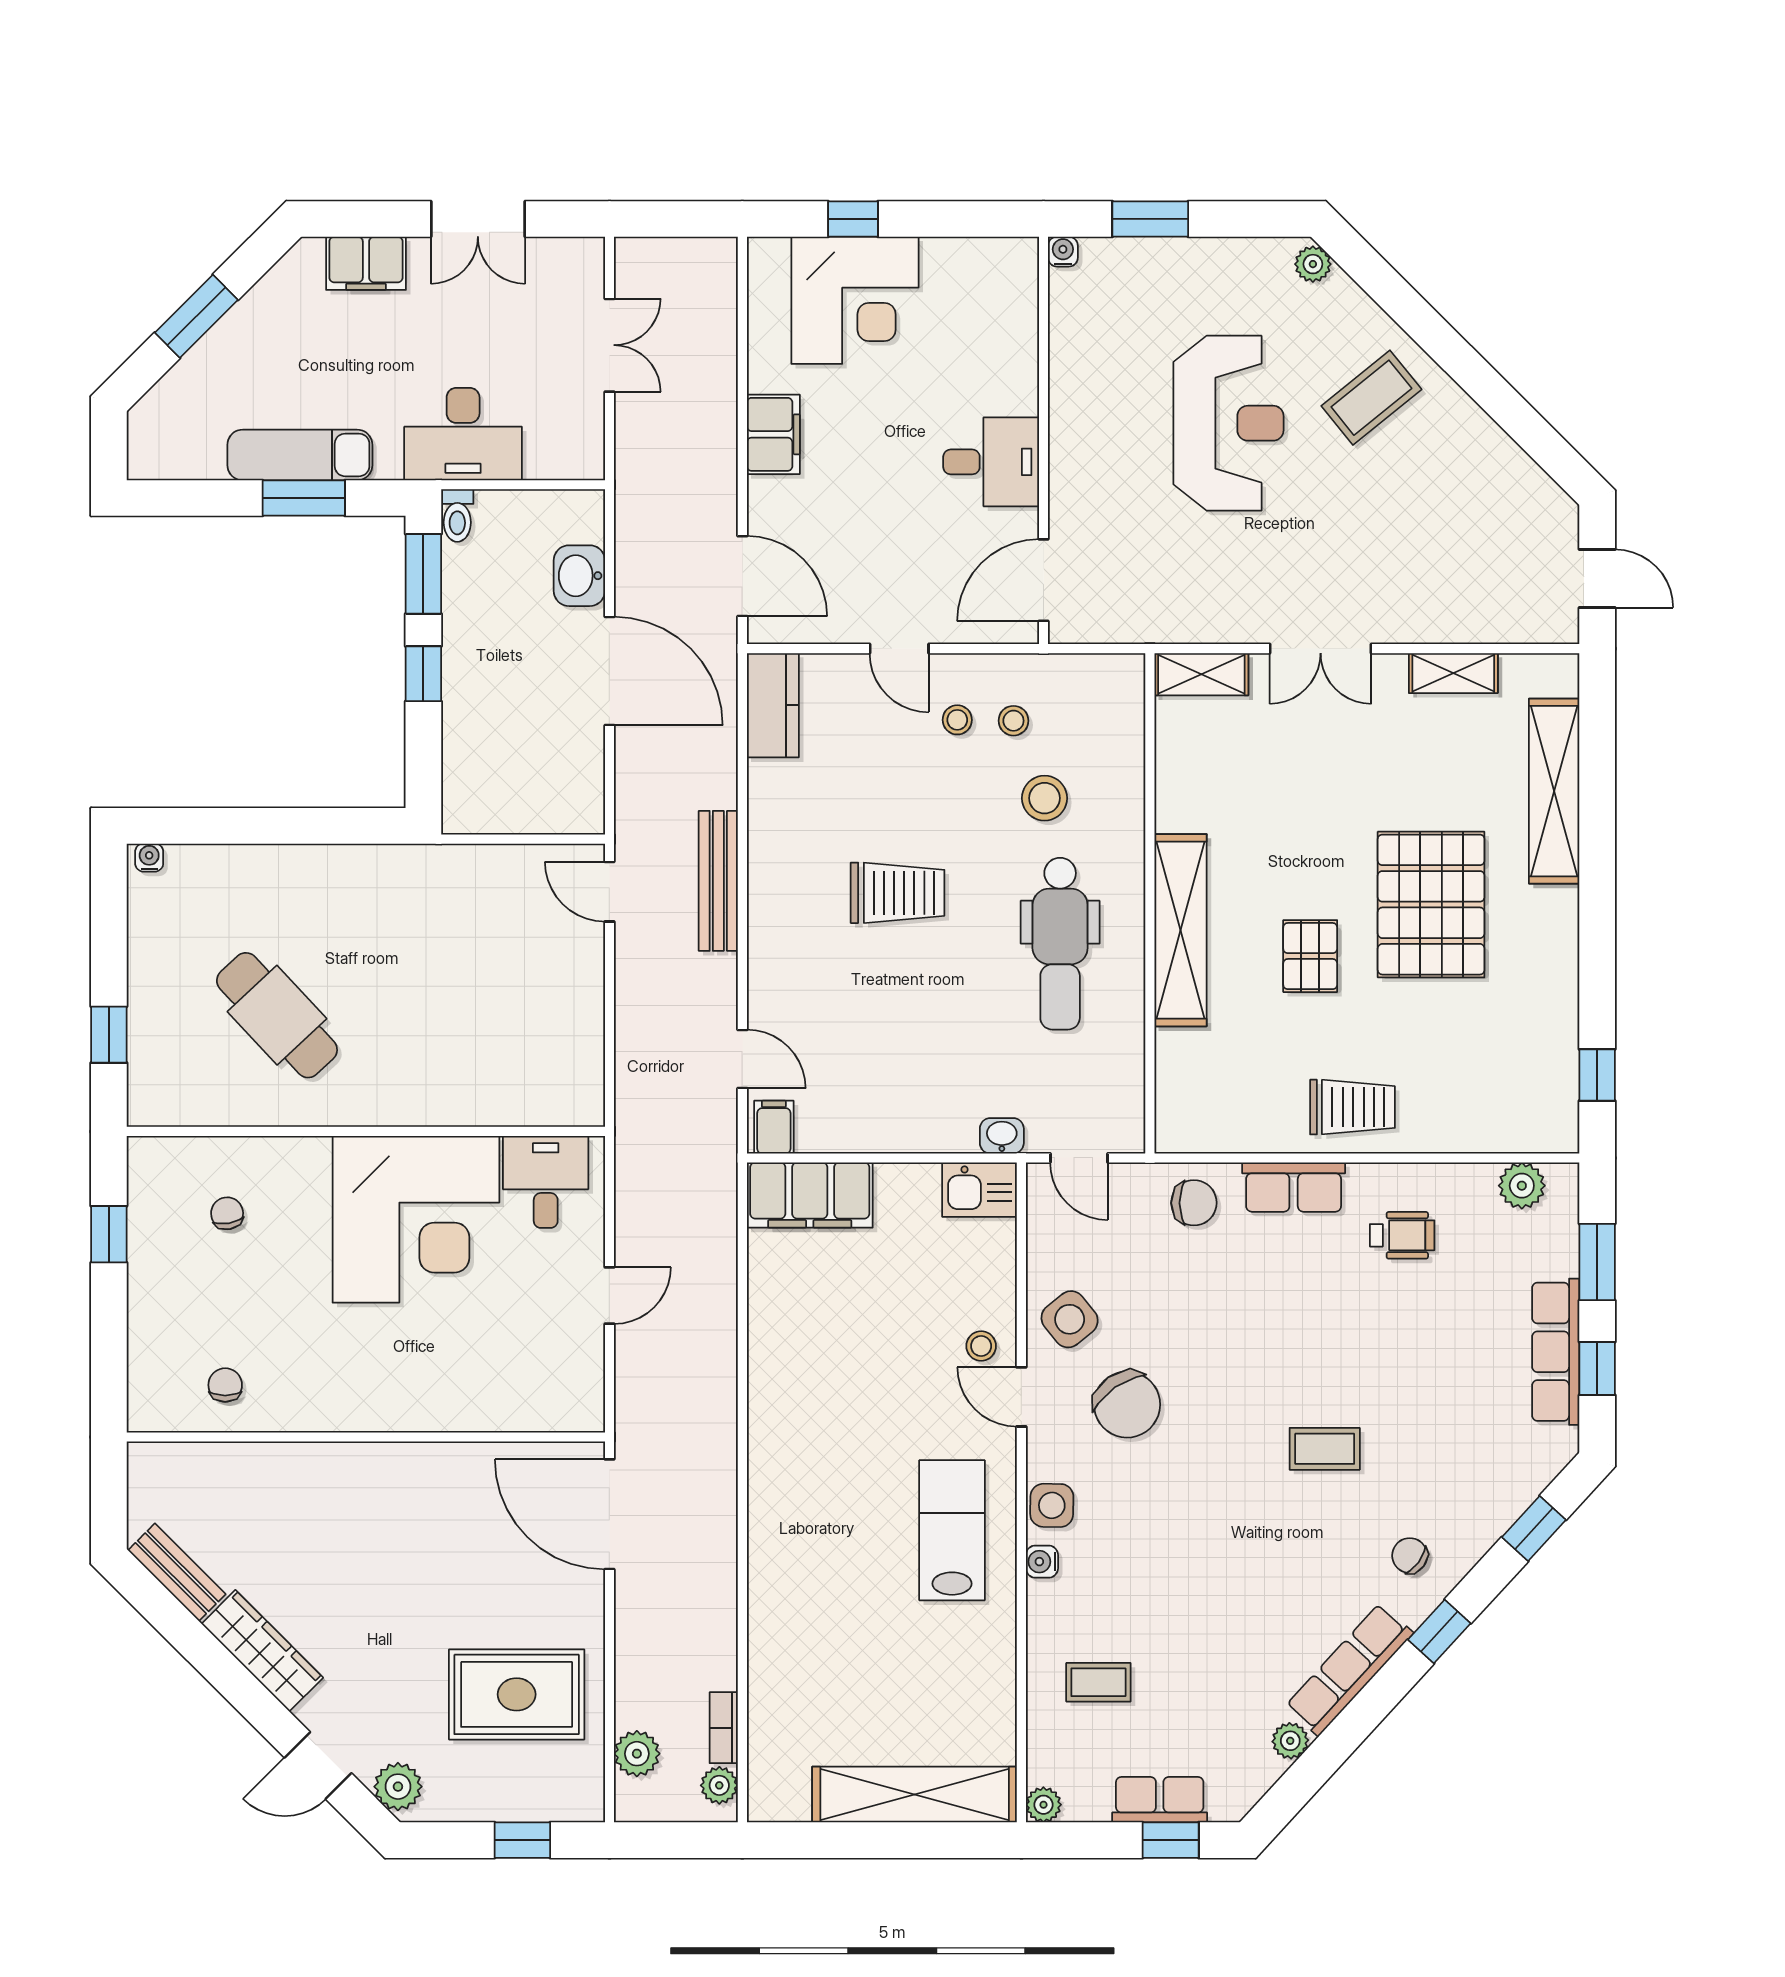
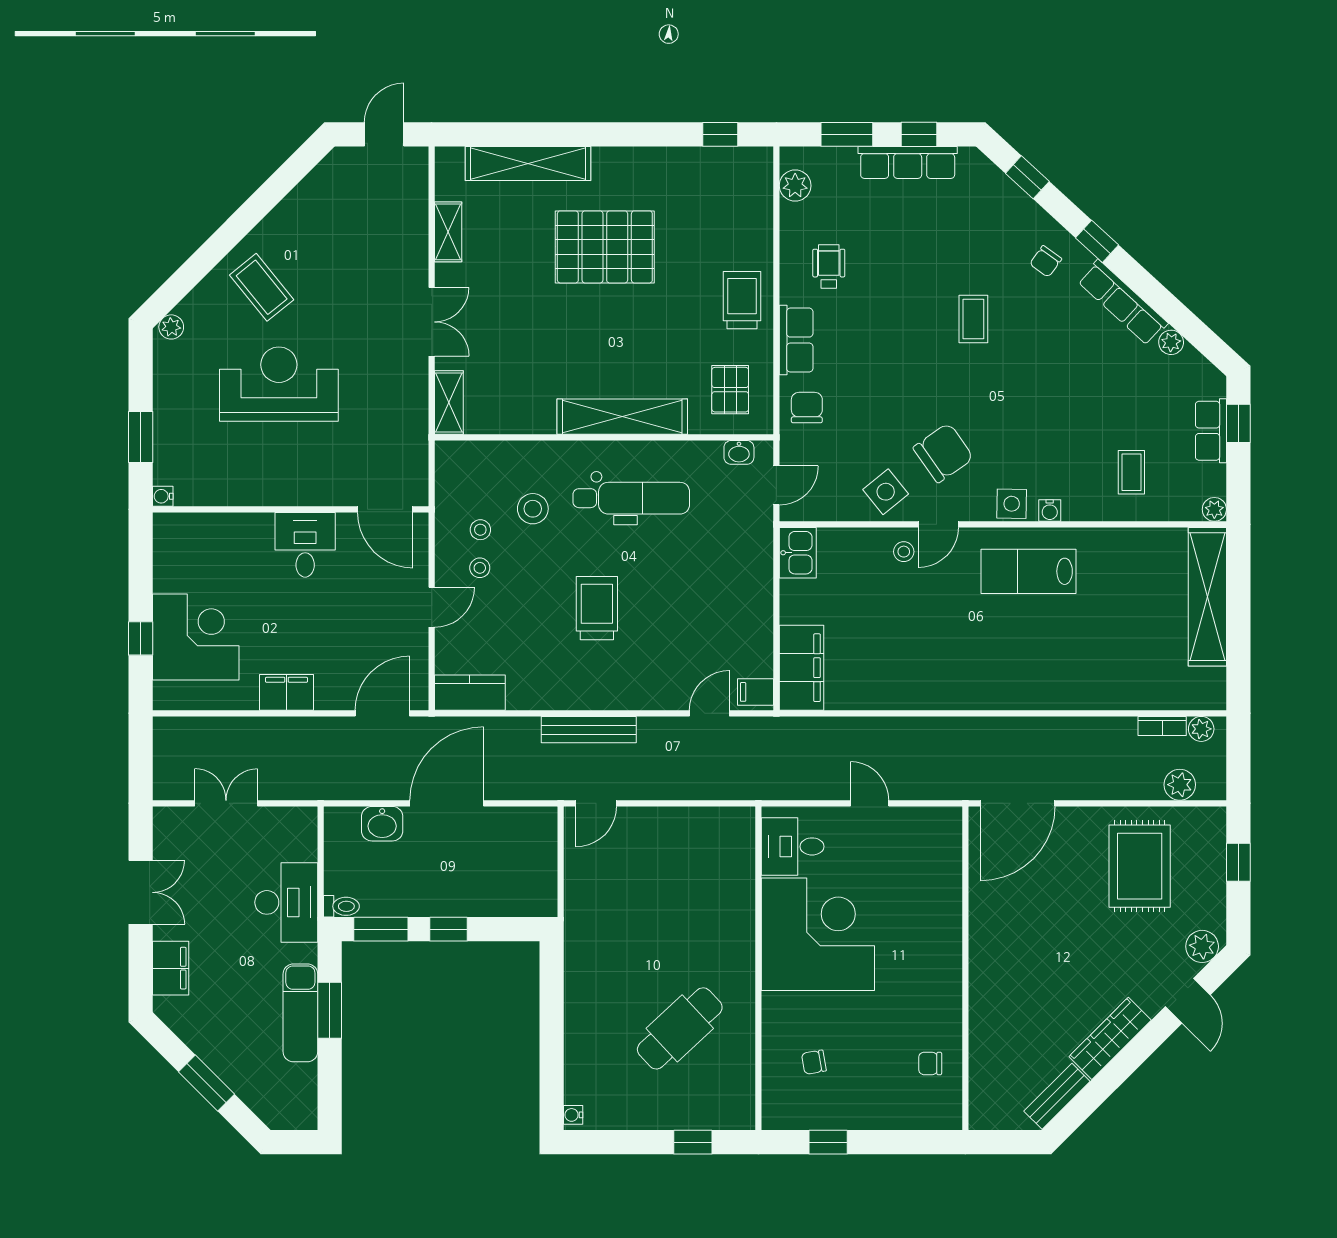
pallet: (1310, 956) -> (730, 390), moved, turned 90
washbasin: (1002, 1136) -> (739, 452), moved, turned -90

